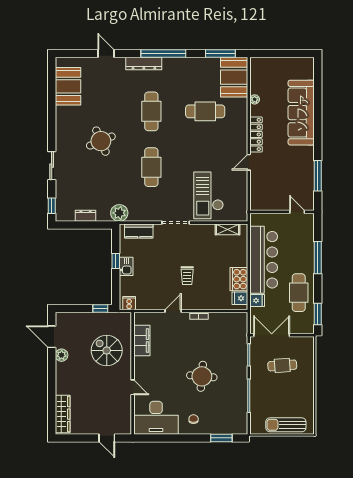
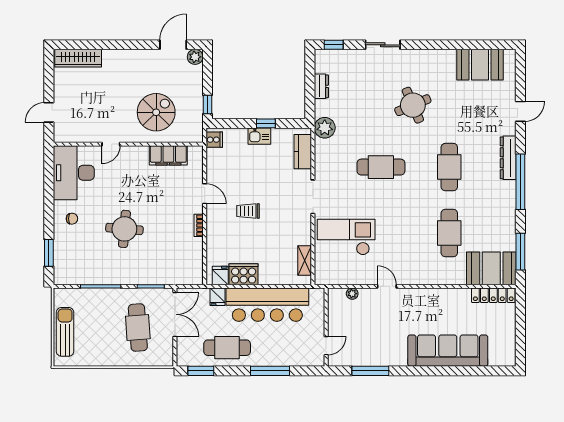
plant: (255, 99) -> (352, 294), moved
cafe table: (151, 111) -> (449, 167), turned 90
locker: (256, 134) -> (493, 295), moved
plant: (62, 355) -> (195, 57), moved
cafe table: (282, 365) -> (138, 327), width x1.37, depth x1.35

